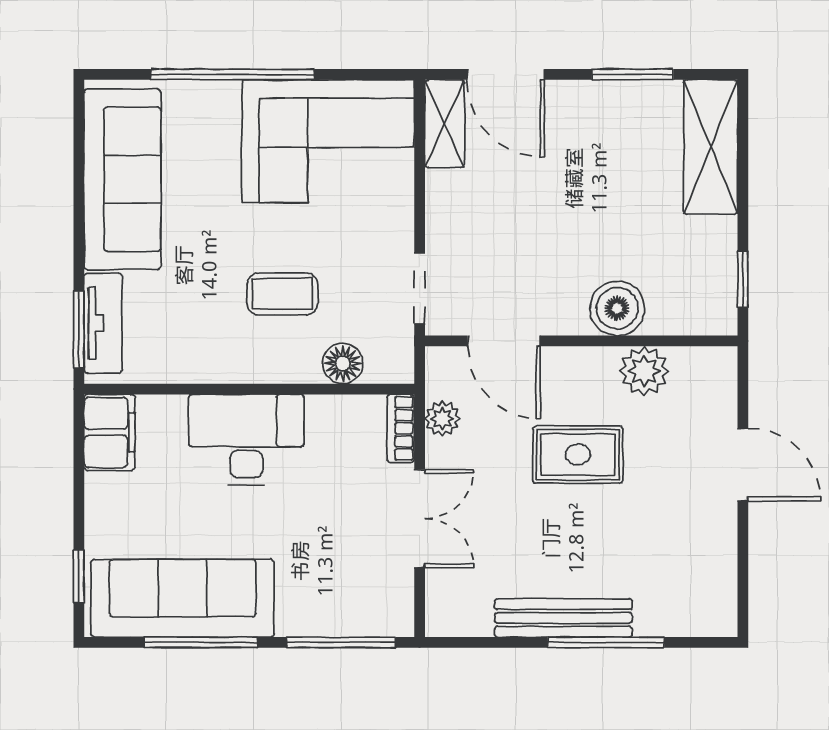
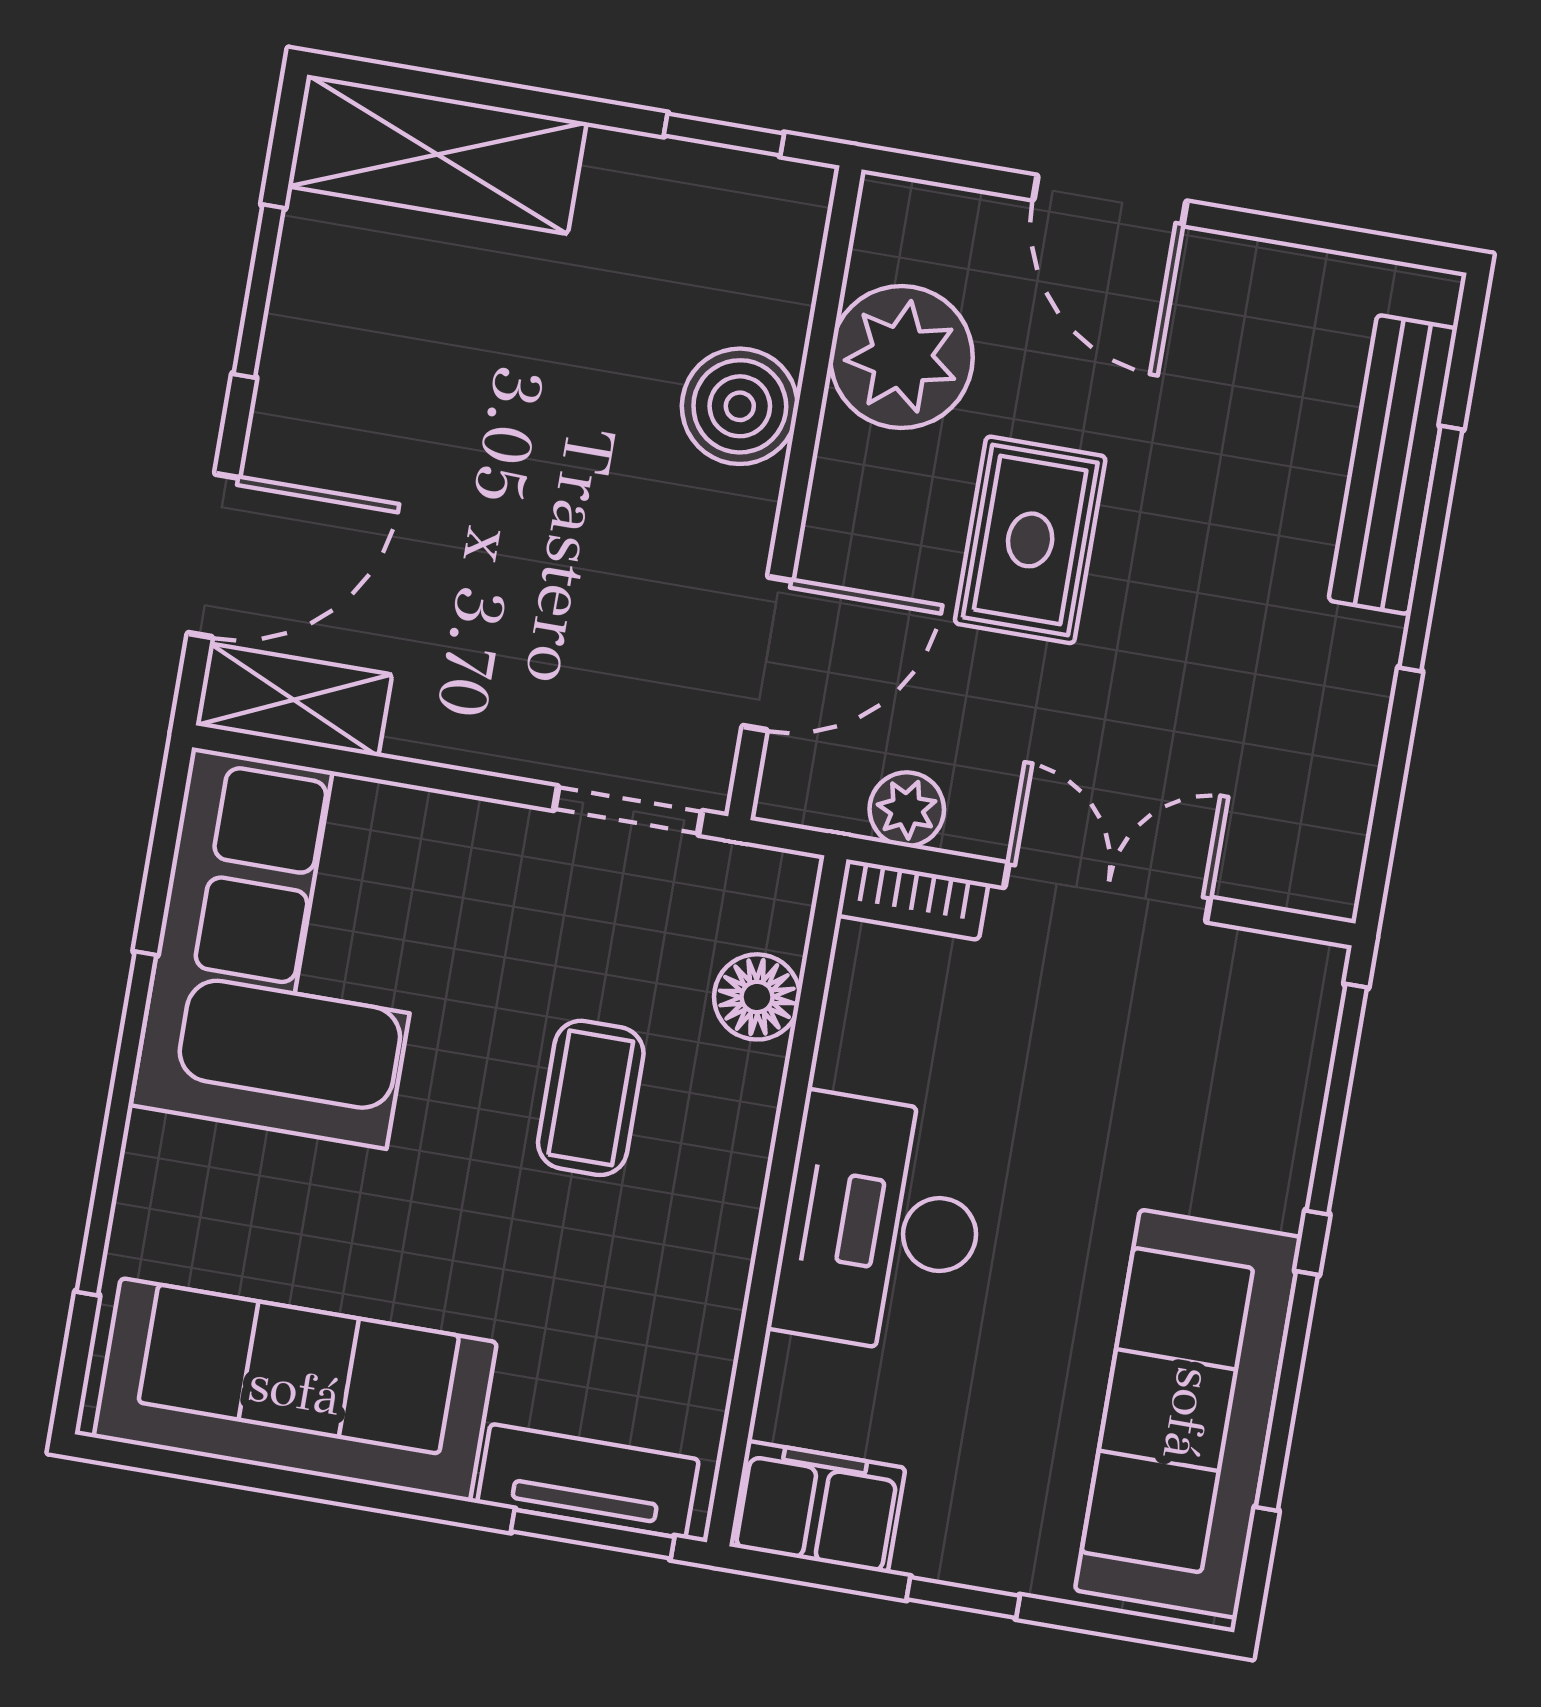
plant: (644, 371) -> (901, 357), width x1.36, depth x1.36
door: (743, 465) -> (1110, 201), swing flipped
window: (79, 576) -> (963, 1597), moved
bench: (563, 618) -> (1393, 464), moved

